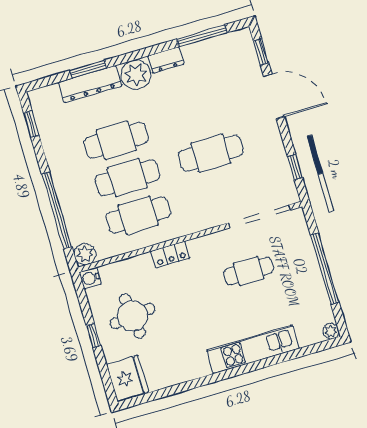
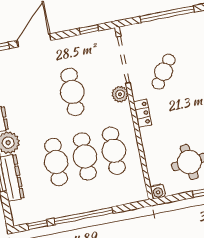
window: (57, 210) -> (84, 216), moved
plant: (85, 254) -> (120, 94), moved
locker: (170, 255) -> (143, 113), moved
cafe table: (249, 271) -> (164, 72), turned 35

